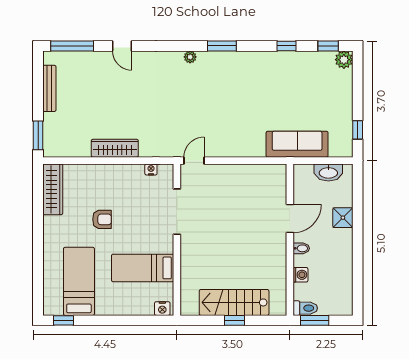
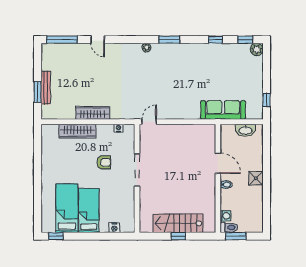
bench: (49, 88) -> (46, 88), moved
window: (38, 135) -> (38, 92), moved
wardrobe: (53, 189) -> (77, 131), moved, turned 90
doorway: (177, 212) -> (137, 170), moved
shower: (343, 218) -> (256, 178), moved
armchair: (102, 219) -> (104, 162), moved
door: (290, 219) -> (218, 163), hinge flipped
bed: (143, 268) -> (89, 210), moved, turned 90
washing machine: (300, 275) -> (226, 216), moved
nightstand: (162, 309) -> (114, 228), moved

